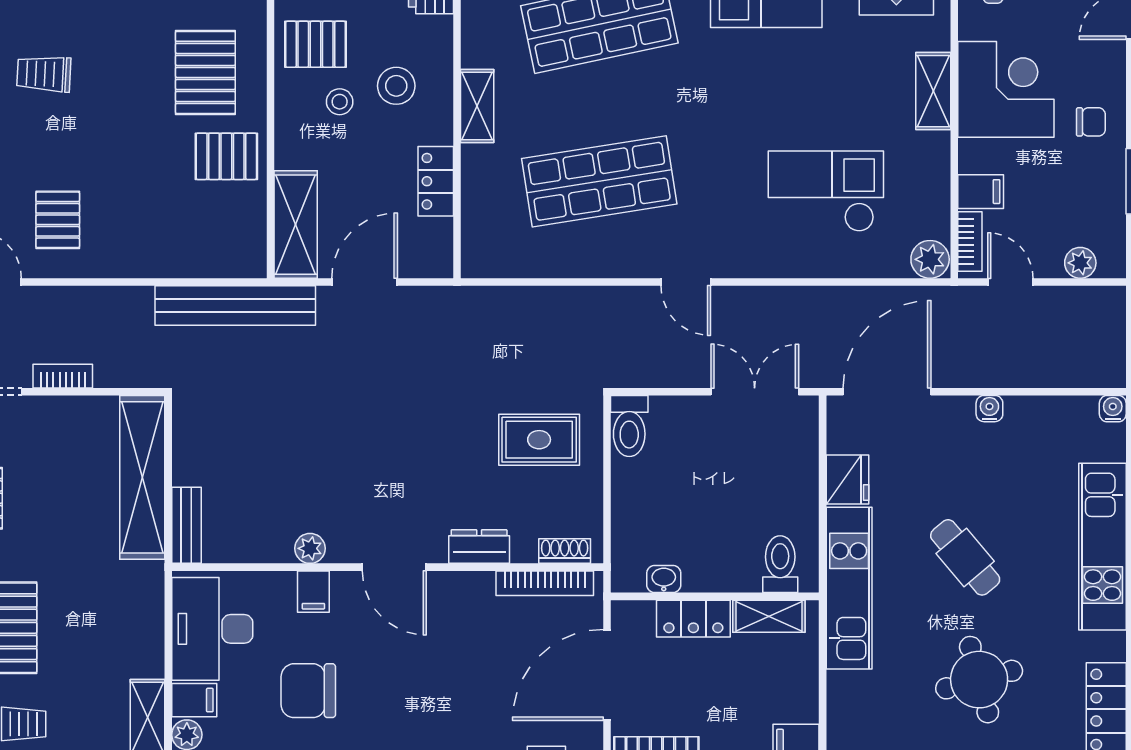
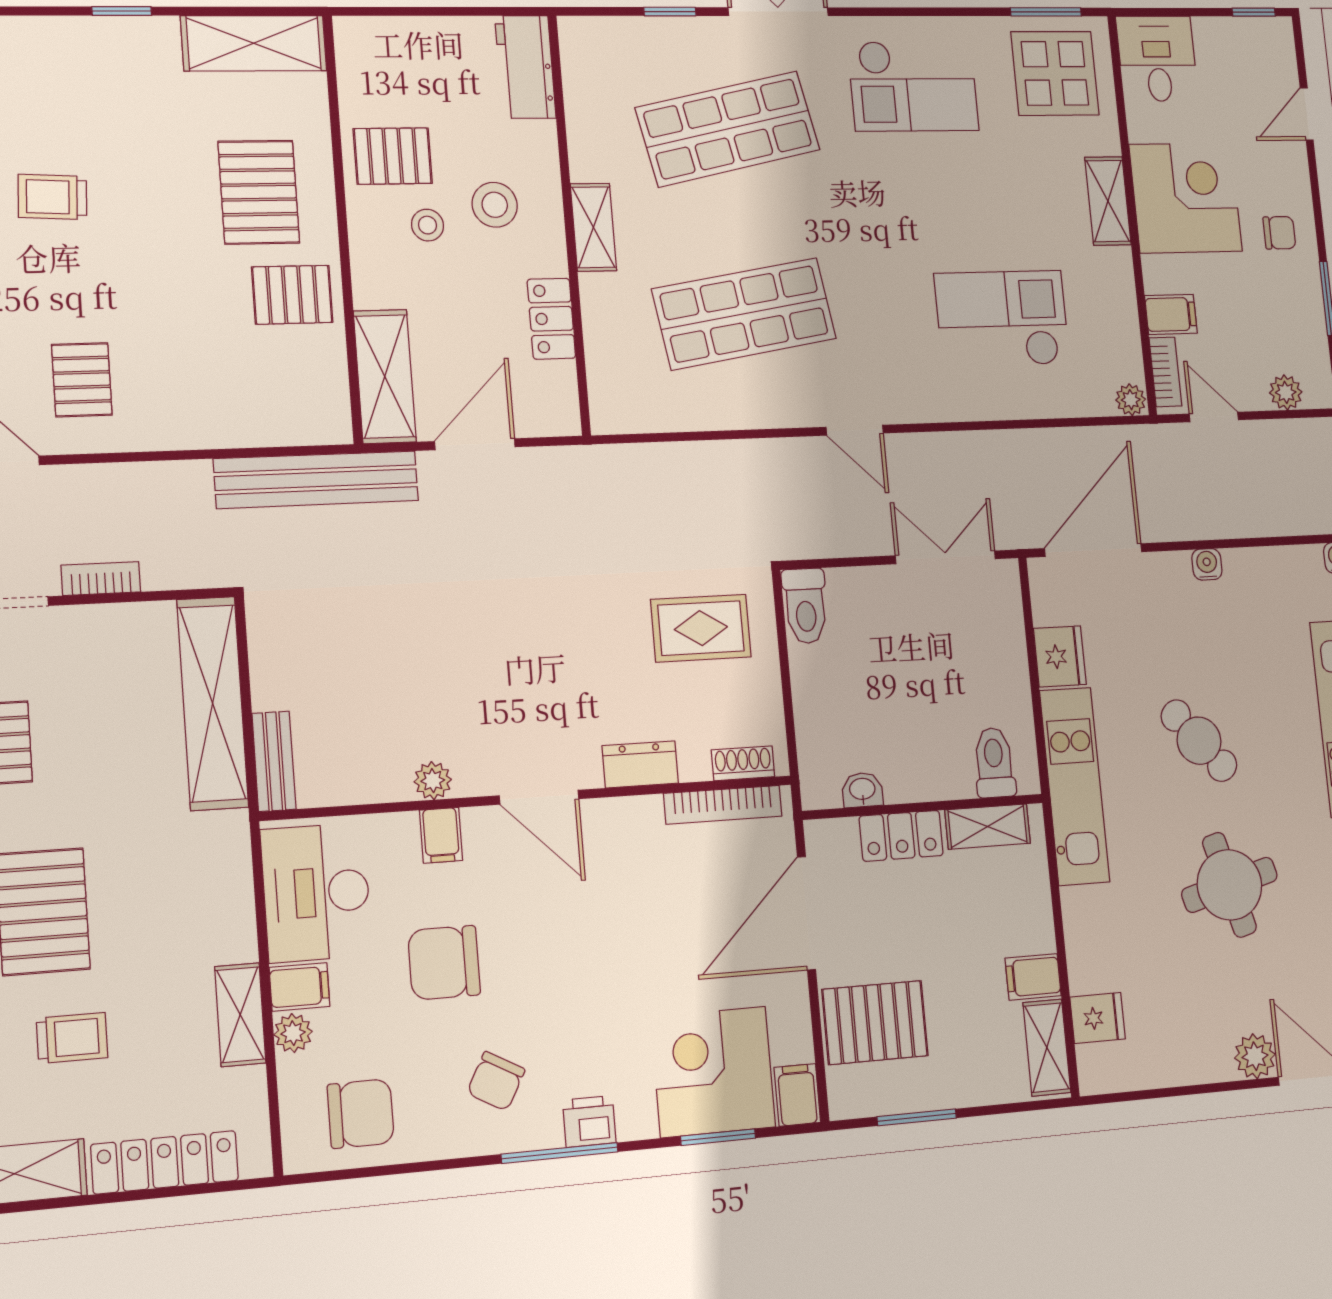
plant: (930, 259) -> (1131, 400), width x0.73, depth x0.73

